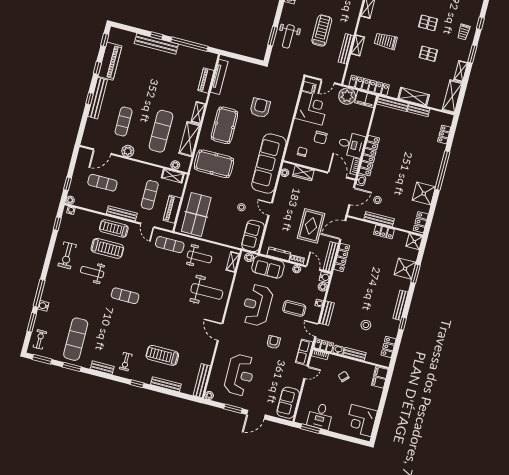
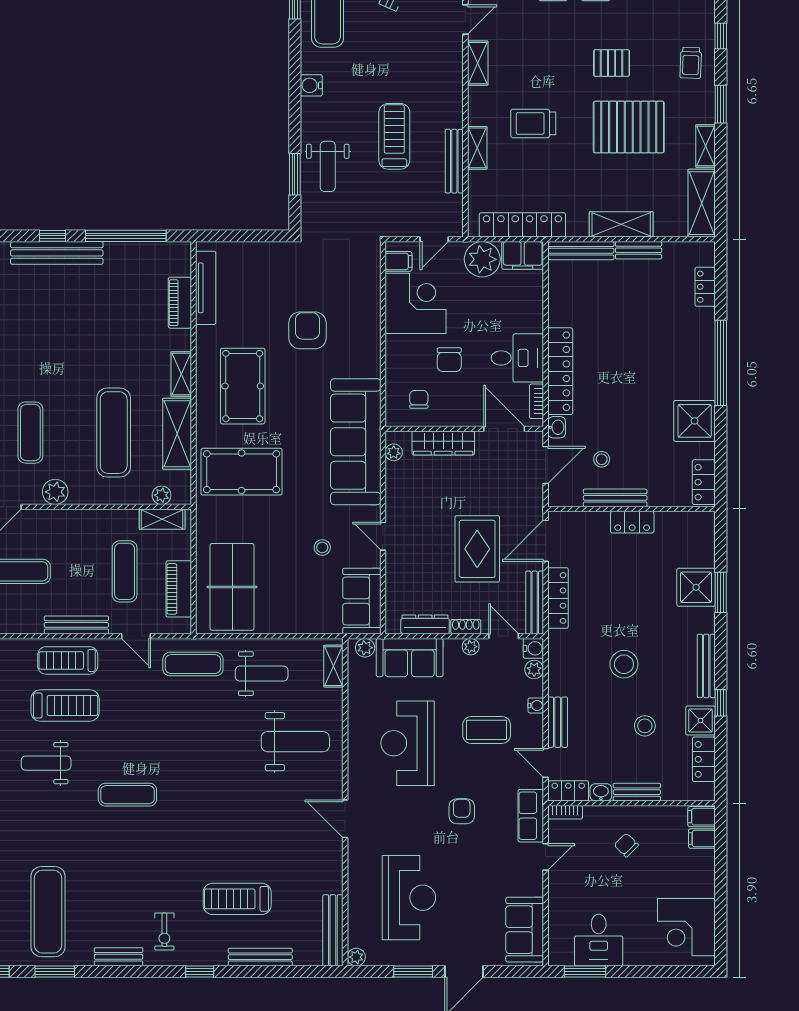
pallet: (428, 54) -> (629, 127), width x2.05, depth x2.00
wardrobe: (303, 173) -> (443, 443), width x1.50
shower: (414, 241) -> (701, 721), moved
stool: (364, 295) -> (624, 664), added

